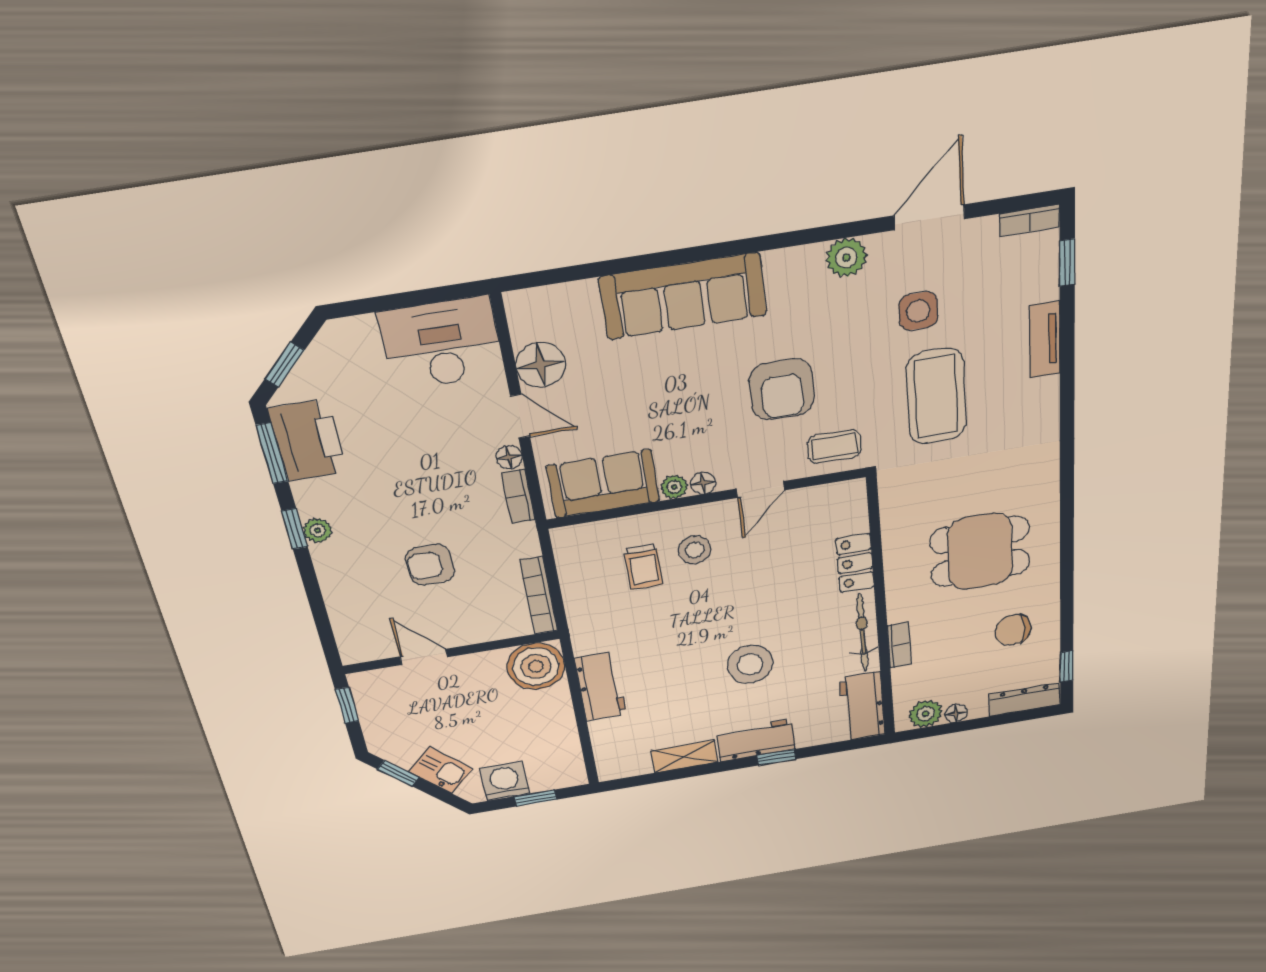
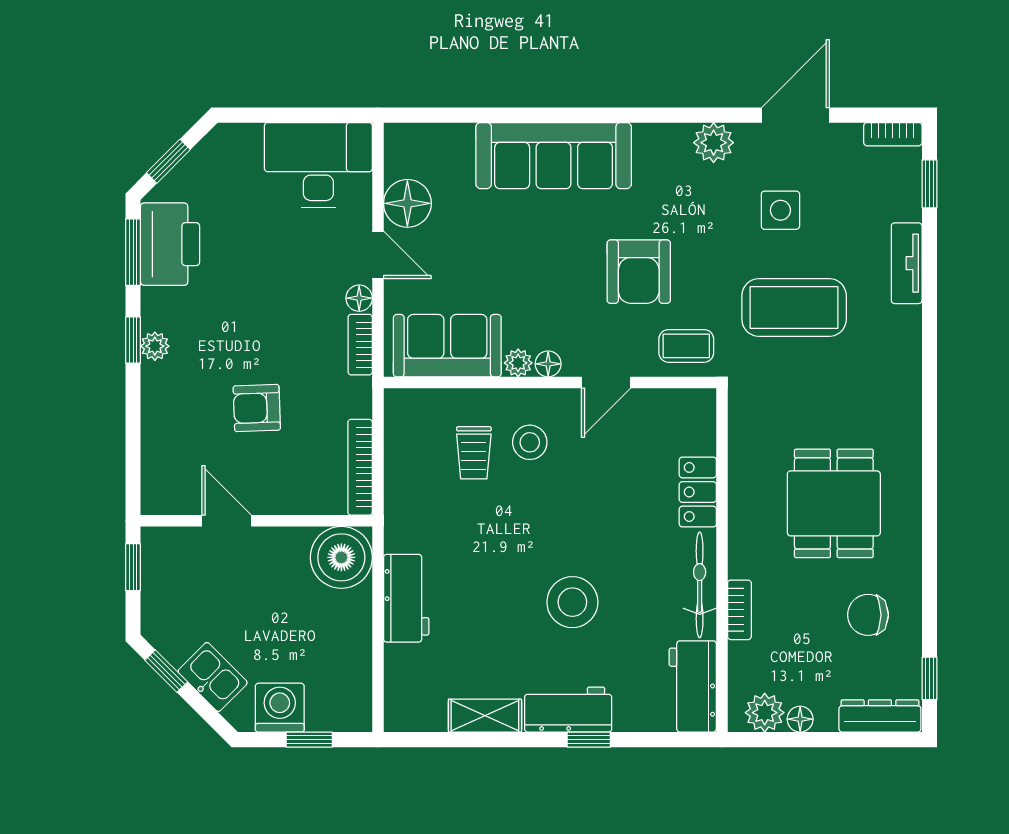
coffee table: (936, 397) -> (794, 307), turned 90
dining table: (980, 552) -> (834, 503), turned 90

